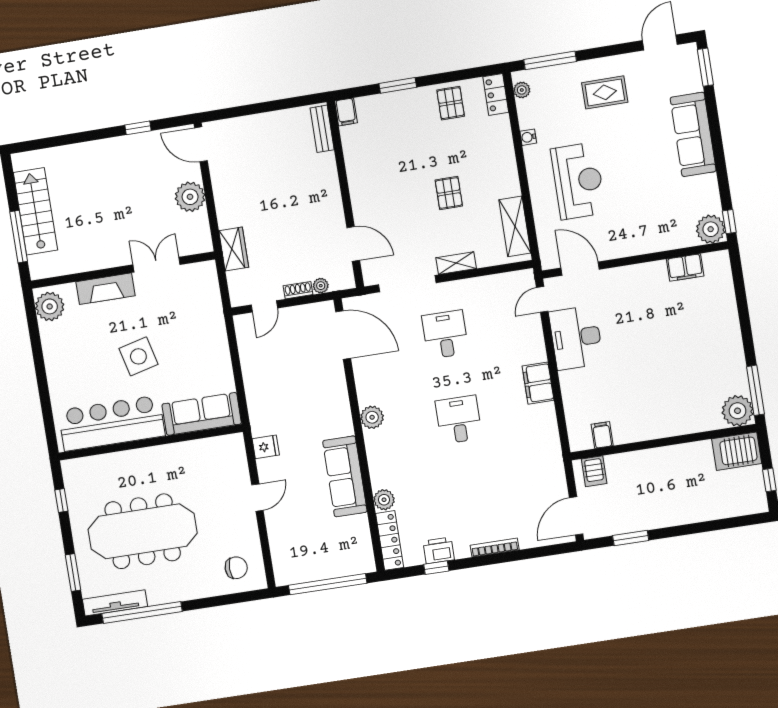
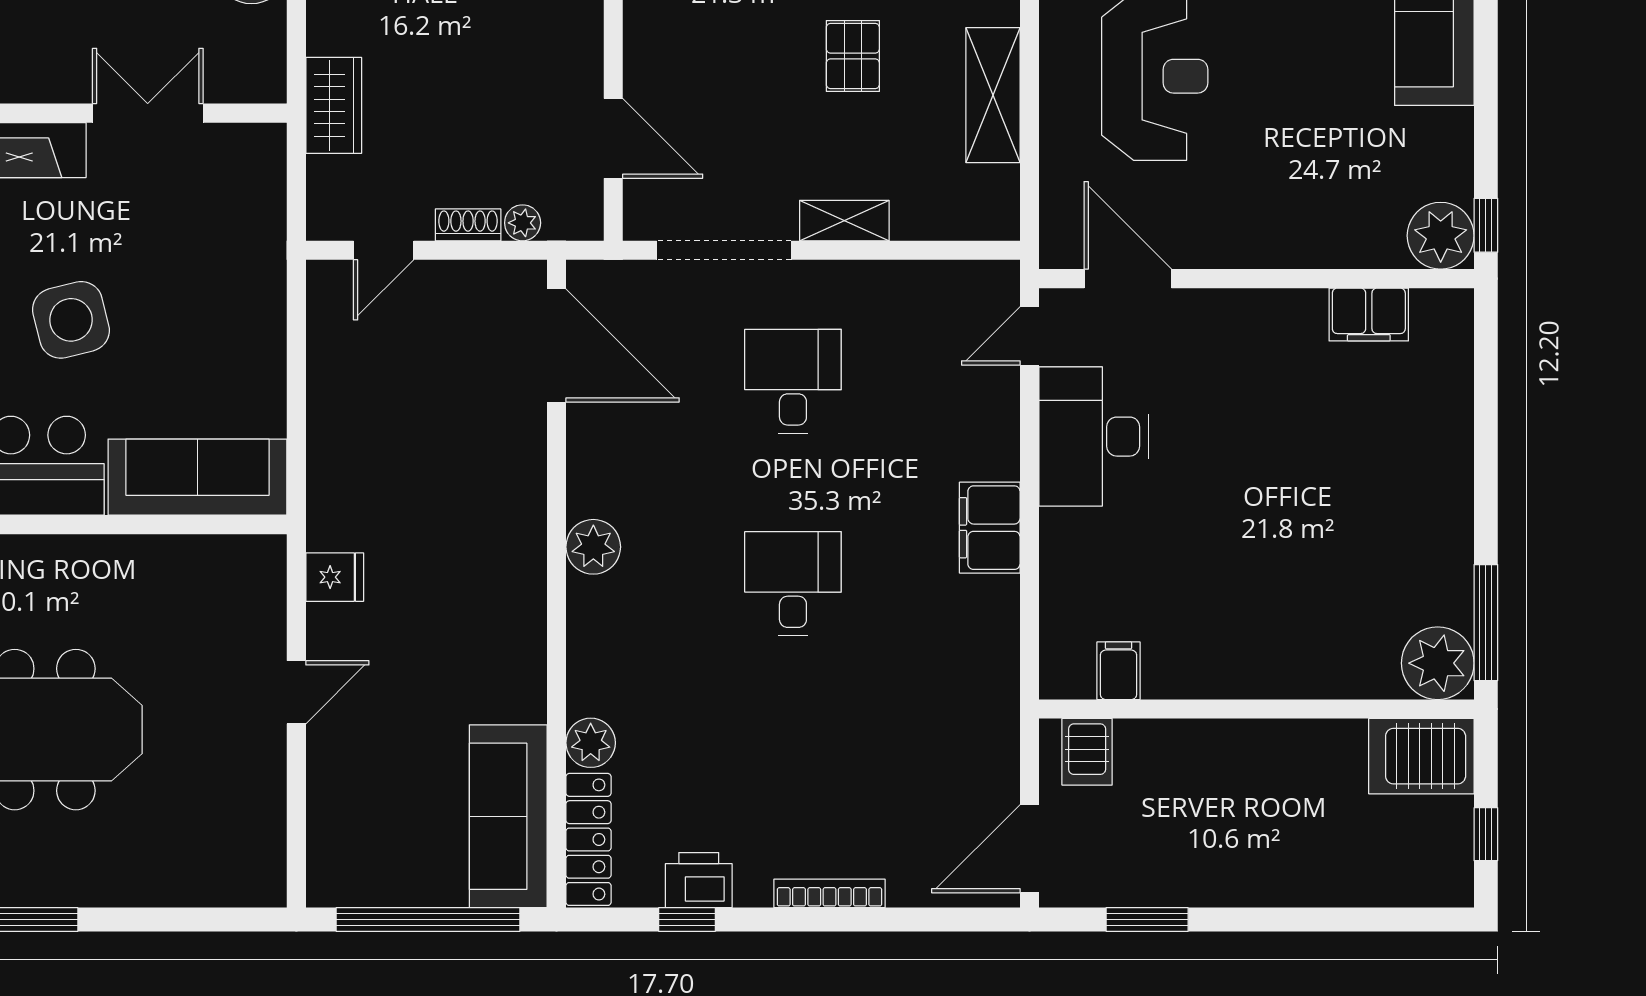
shelving: (515, 226) -> (993, 95), moved
sofa: (345, 476) -> (508, 816), moved
chair: (236, 568) -> (220, 848), removed

